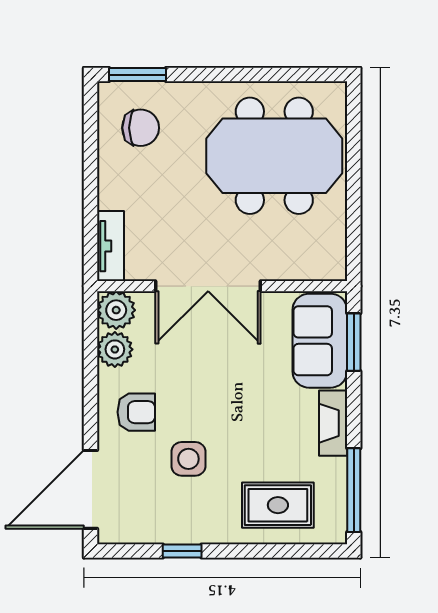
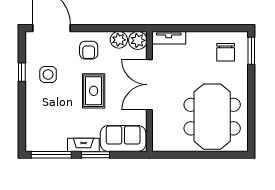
window: (354, 342) -> (96, 155), moved
side table: (188, 459) -> (48, 74), moved
rug: (278, 505) -> (94, 91), moved

